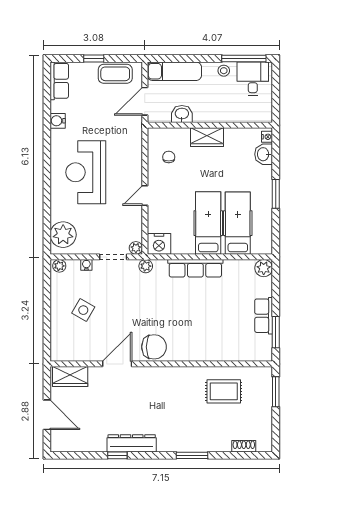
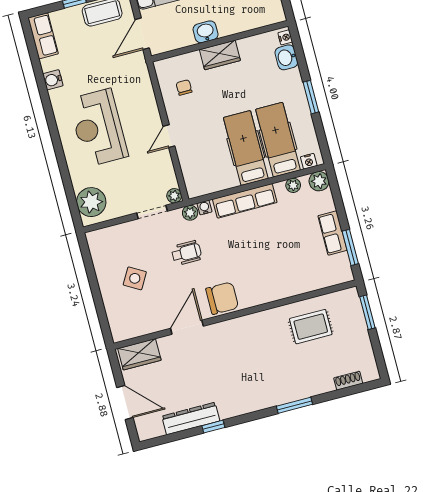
washbasin: (182, 114) -> (206, 32), moved
nightstand: (159, 244) -> (309, 161), moved, width x0.53, depth x0.56
water cooler: (86, 265) -> (204, 208), moved
plant: (59, 266) -> (293, 185), moved
wheelchair: (133, 300) -> (186, 253), added
dresser: (132, 443) -> (191, 418), moved

